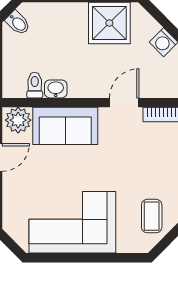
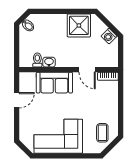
door: (124, 103) -> (87, 70), swing flipped
plant: (18, 120) -> (28, 79), removed

